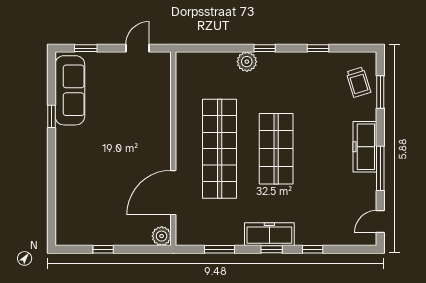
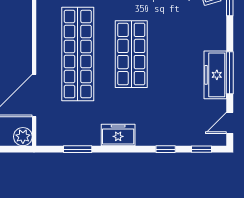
freezer: (365, 147) -> (215, 75), moved
freezer: (269, 234) -> (118, 135), width x0.71
window: (272, 249) -> (202, 149), moved

